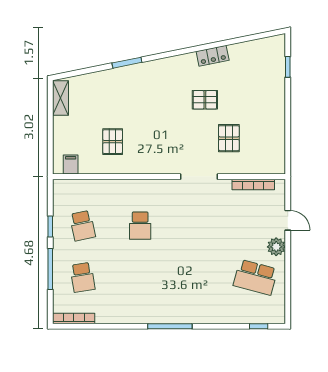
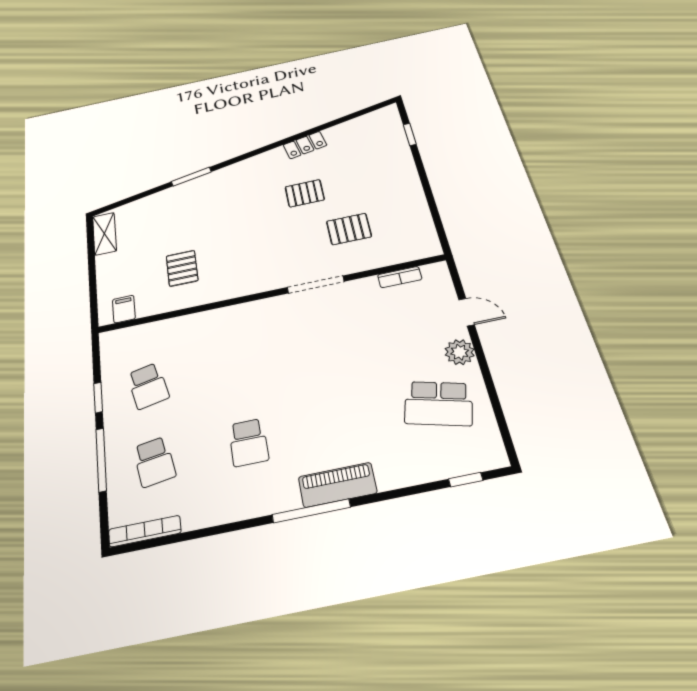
pallet: (229, 138) -> (349, 229), turned 90
bookcase: (253, 185) -> (400, 277), width x0.64
school desk: (140, 226) -> (248, 442), moved
piano: (187, 314) -> (338, 485), added

